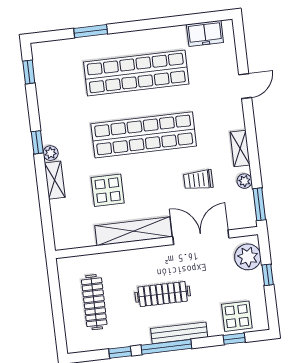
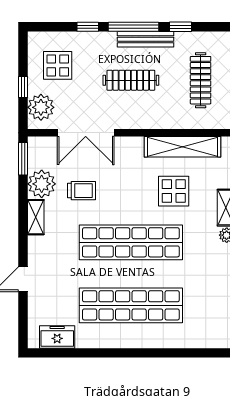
window: (91, 31) -> (172, 353), removed
plant: (245, 181) -> (42, 184), width x1.87, depth x1.87
shelving: (133, 231) -> (183, 147), moved
display table: (237, 316) -> (58, 65), moved
bench: (179, 333) -> (145, 39), moved
window: (234, 339) -> (88, 27), moved

